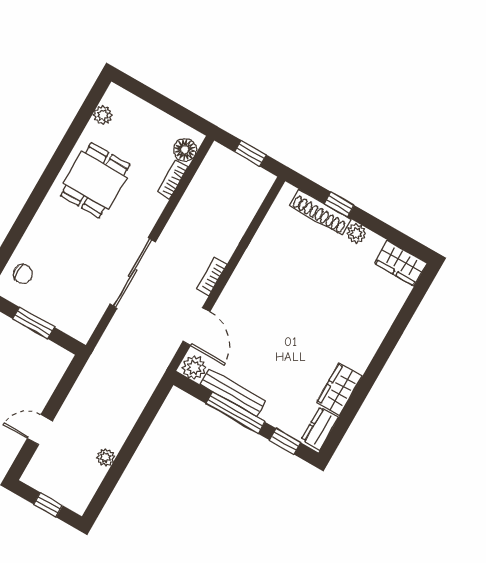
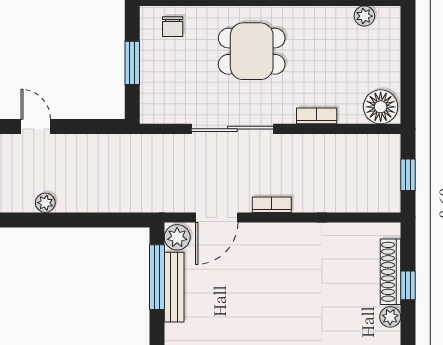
floor lamp: (185, 150) -> (381, 107), width x1.38, depth x1.38
dining table: (95, 180) -> (252, 51), moved
bookcase: (173, 180) -> (317, 116), moved
window: (235, 413) -> (157, 277), moved

